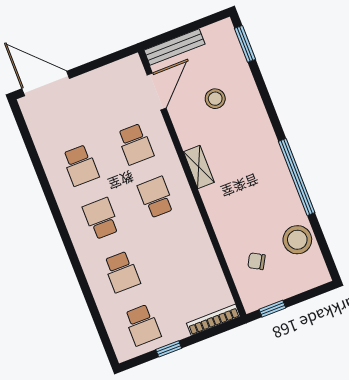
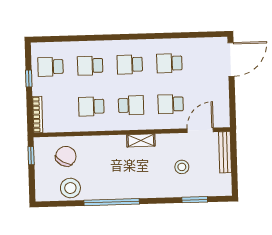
window: (245, 44) -> (195, 200), moved
door: (157, 91) -> (200, 130), swing flipped
school desk: (101, 219) -> (130, 64), turned 180
school desk: (177, 251) -> (91, 106), added
chair: (256, 261) -> (66, 156), width x1.87, depth x1.87

